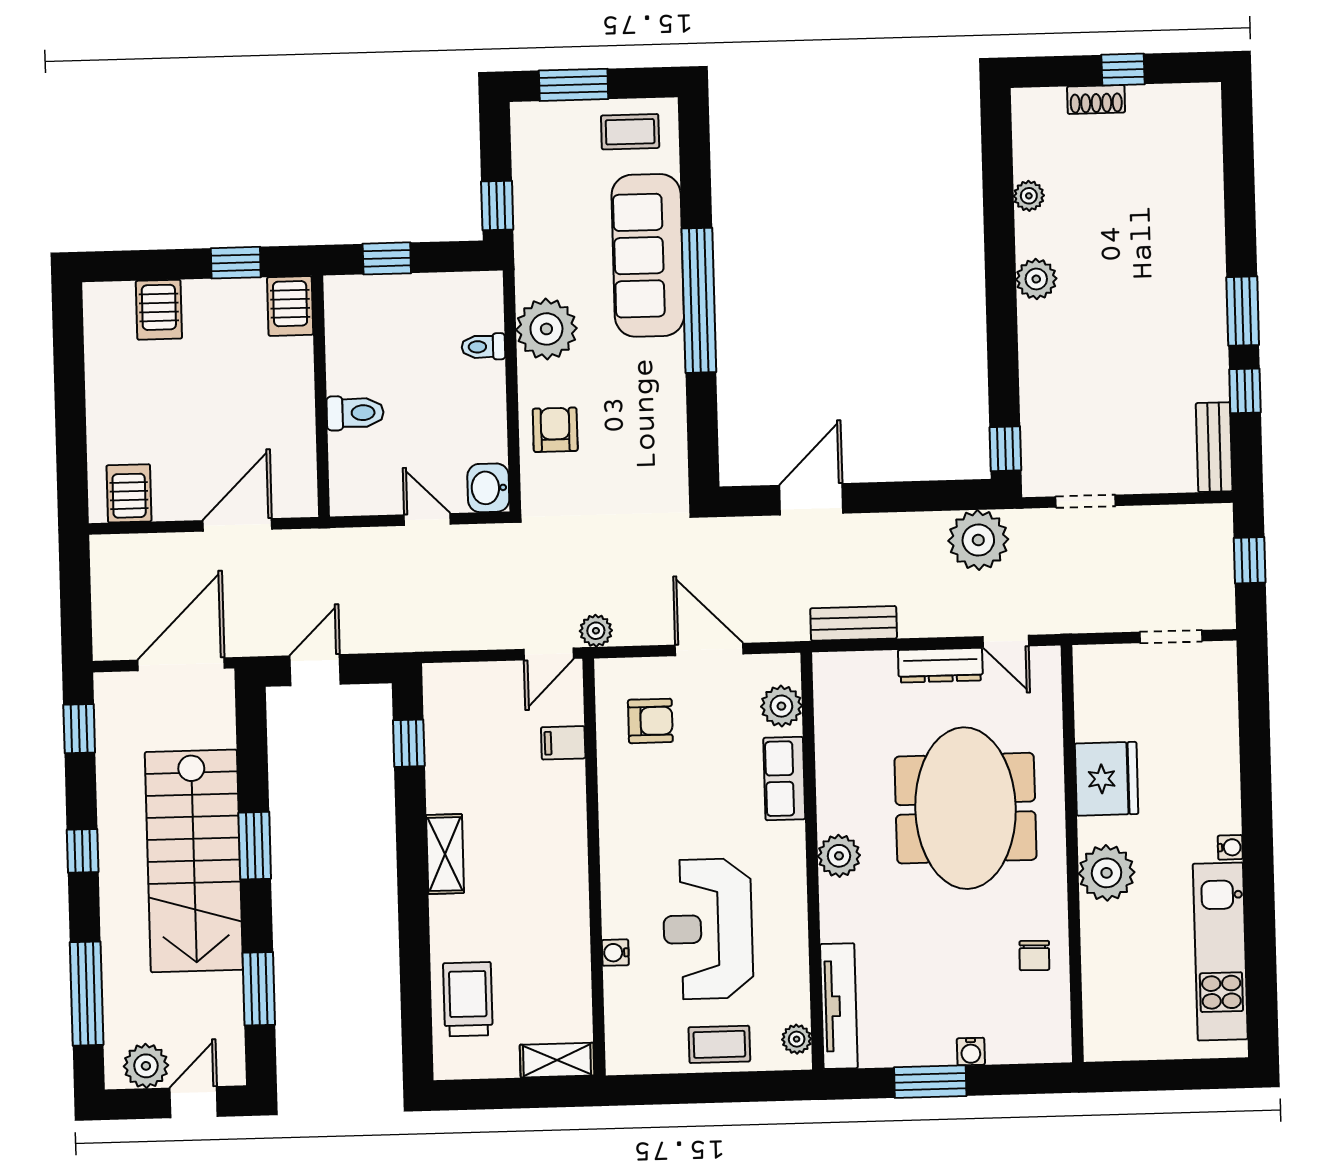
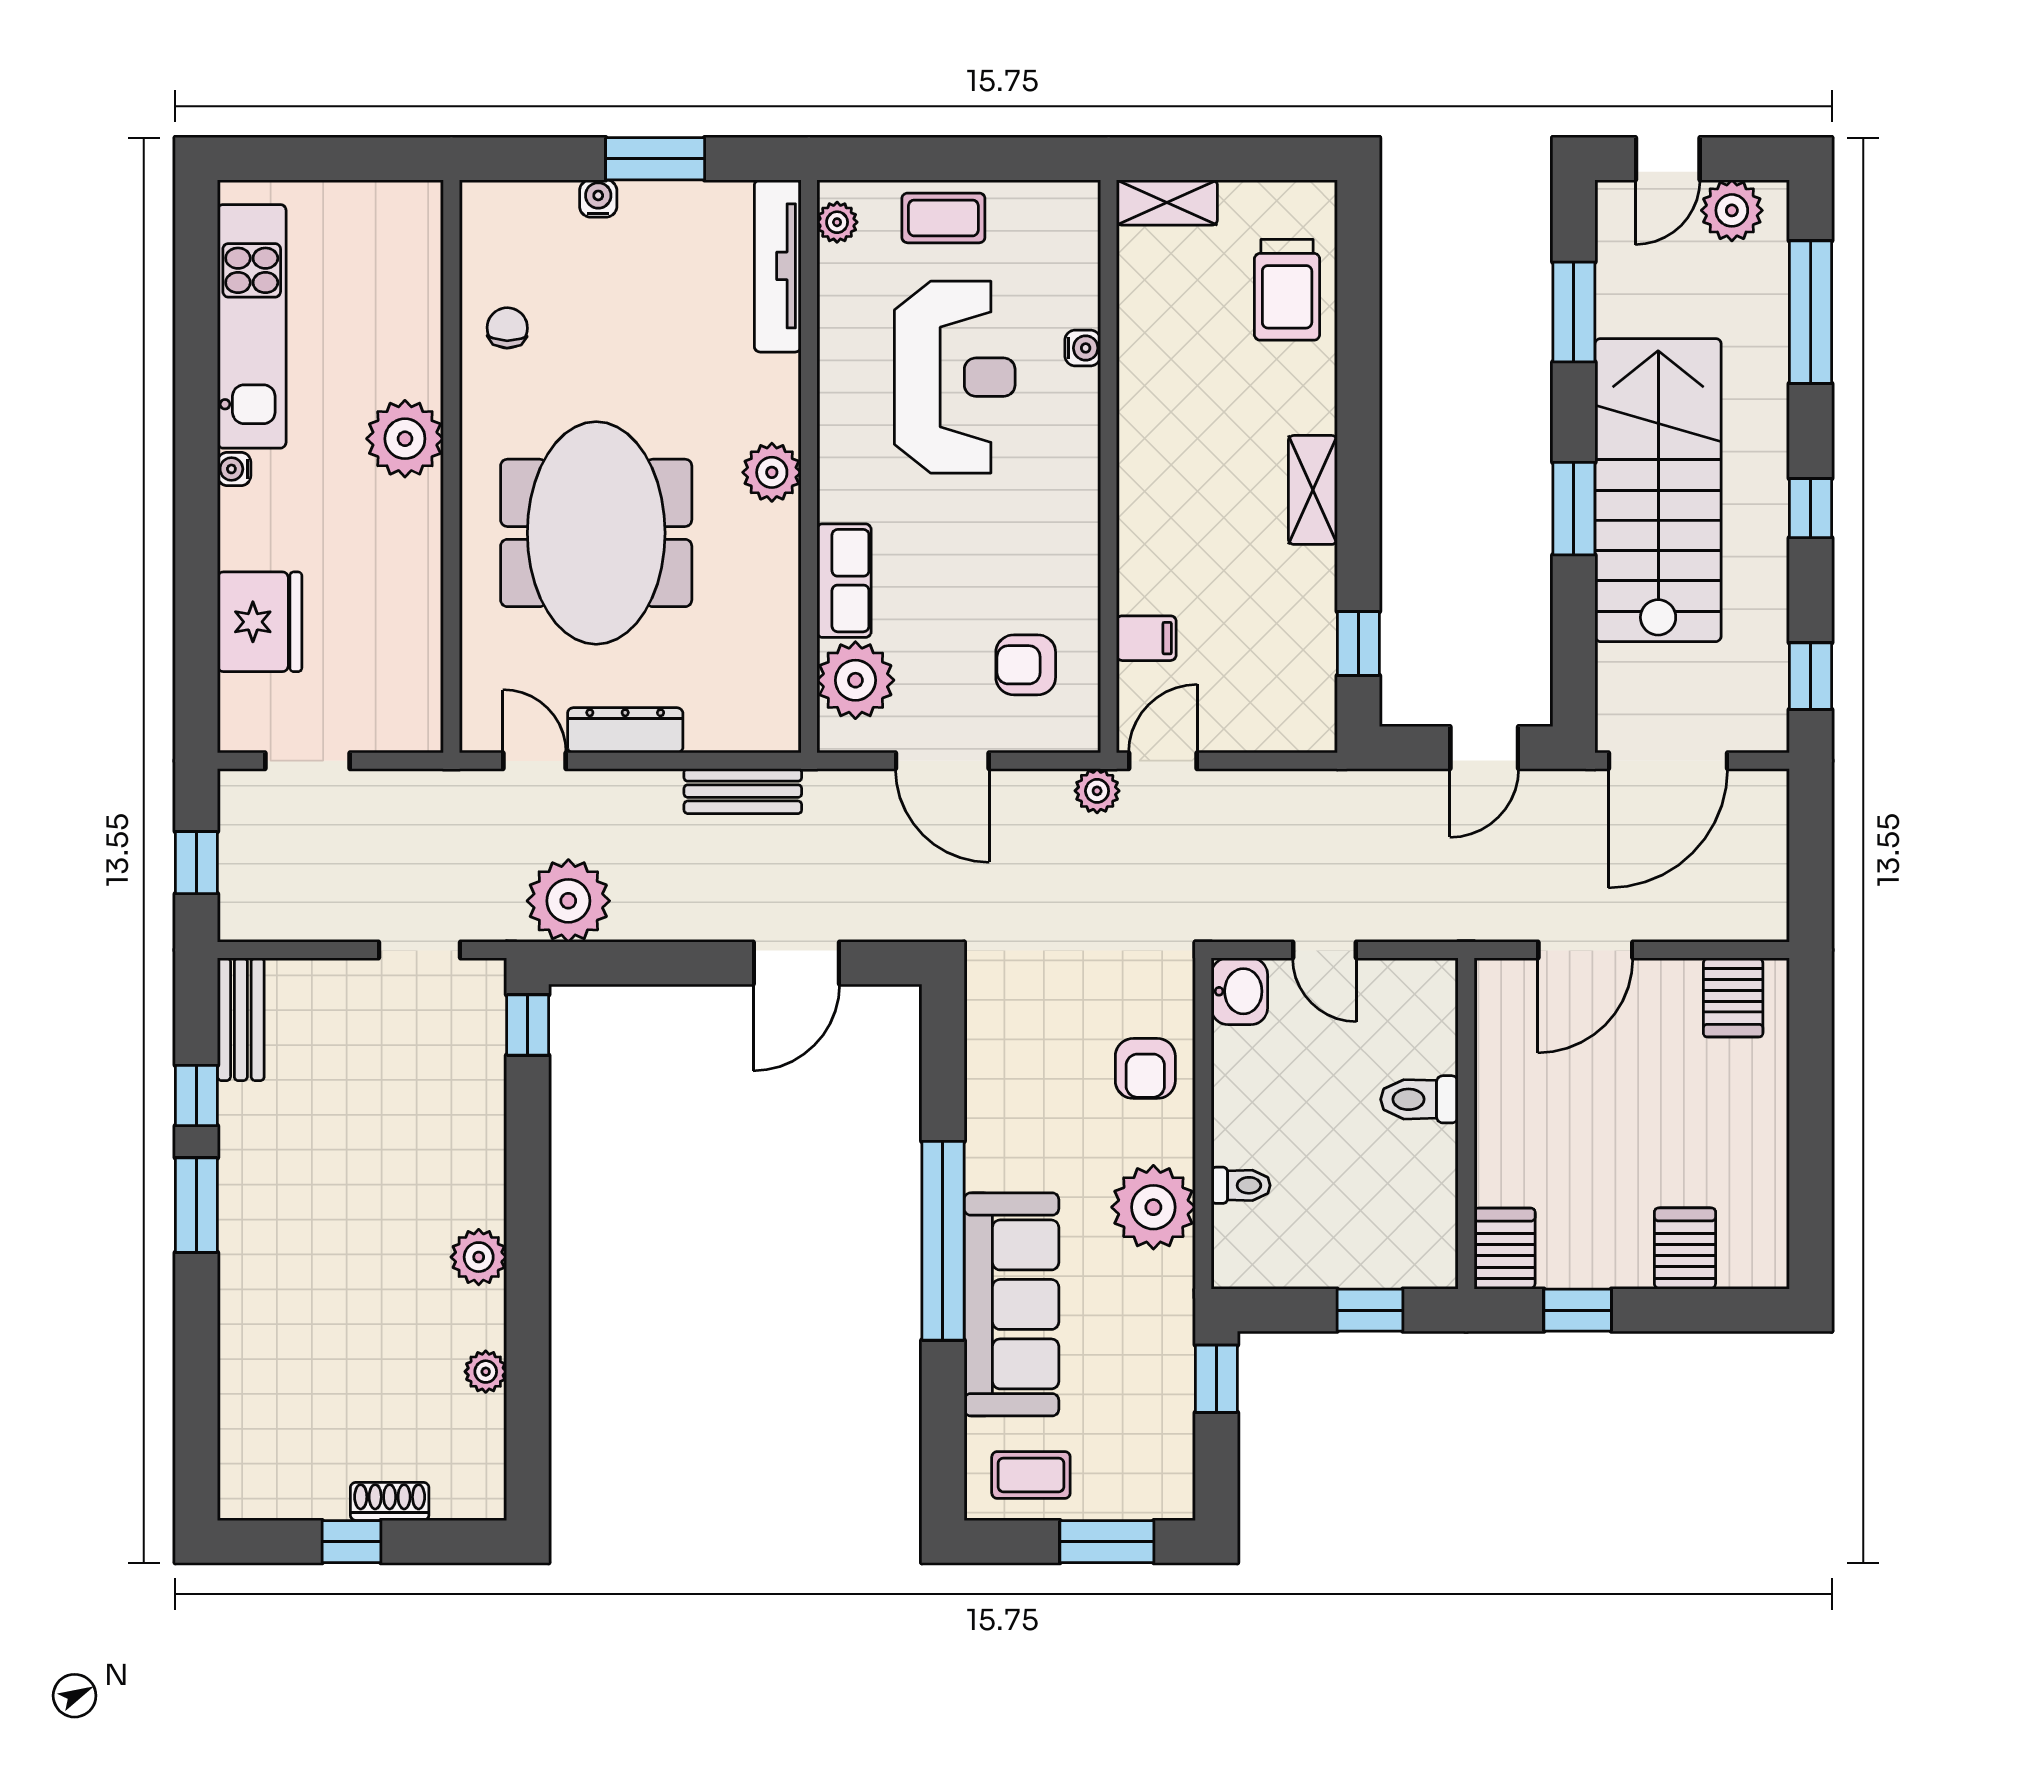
plant: (781, 706) -> (855, 680), width x1.36, depth x1.36
fridge: (1107, 779) -> (260, 622), moved, turned 180

